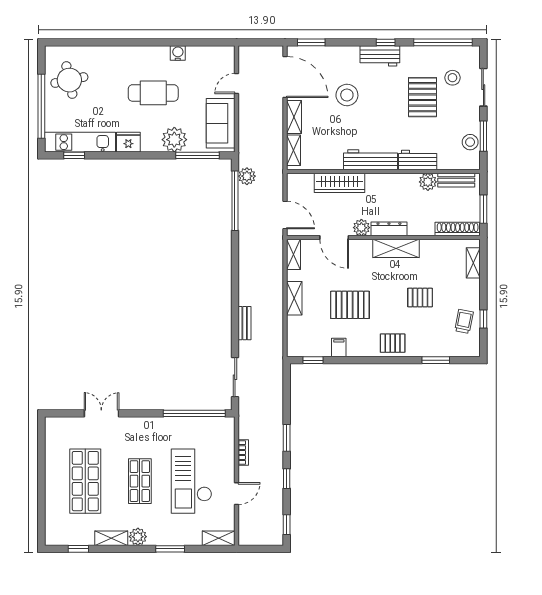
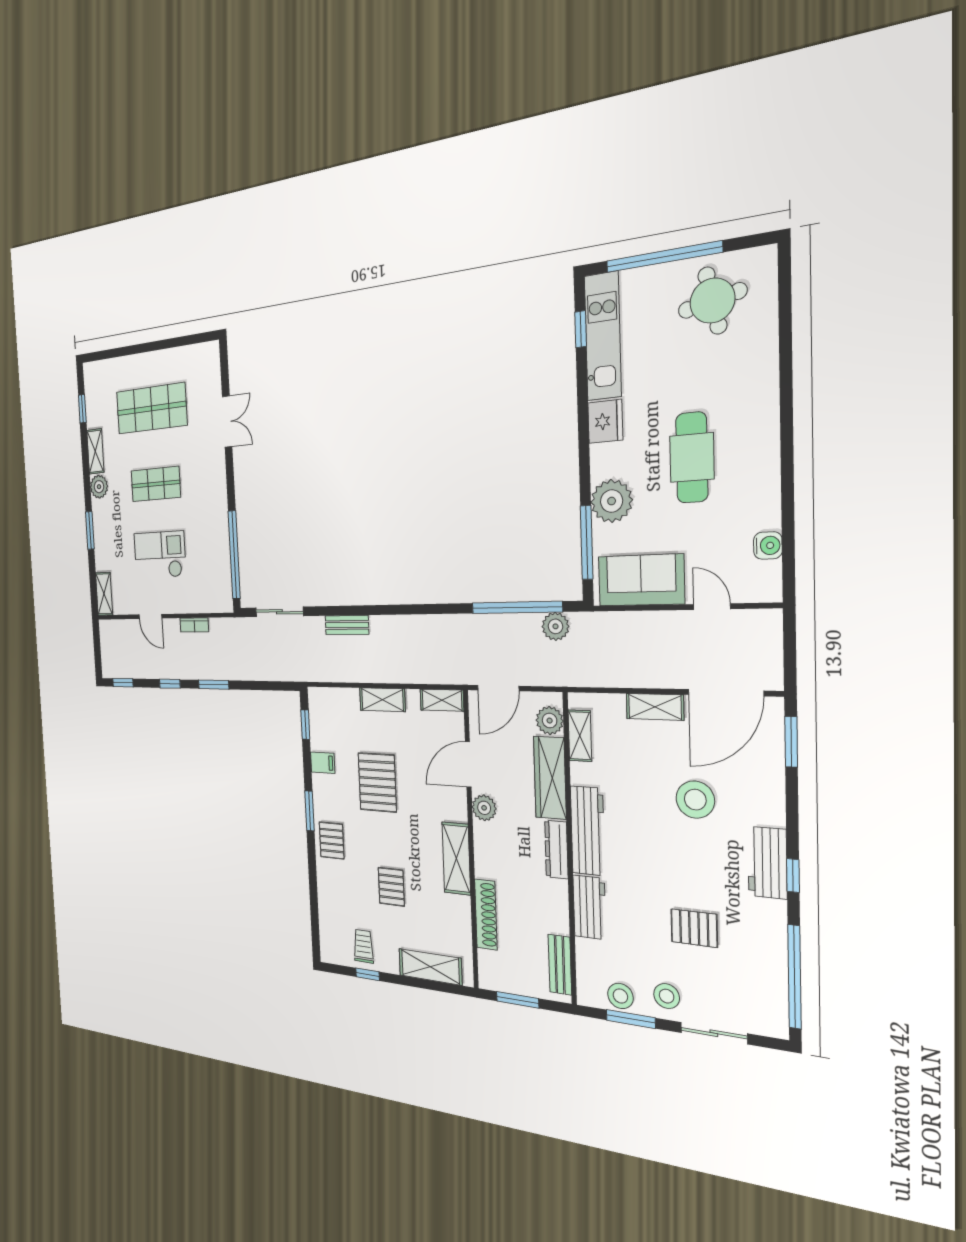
water cooler: (178, 53) -> (768, 545), moved
stool: (452, 78) -> (667, 996), moved
pallet: (422, 97) -> (694, 928), width x0.67, depth x0.71
shelving: (294, 150) -> (580, 736), moved, turned 90
plant: (428, 182) -> (550, 721), moved
dresser: (389, 229) -> (556, 850), moved, turned 180
shoe rack: (458, 229) -> (486, 914), moved
shelving: (473, 263) -> (430, 967), width x1.50, depth x1.33
trolley: (464, 321) -> (363, 946), turned -101
window: (436, 360) -> (309, 811), moved
checkout: (191, 481) -> (160, 555), width x0.73, depth x0.83

